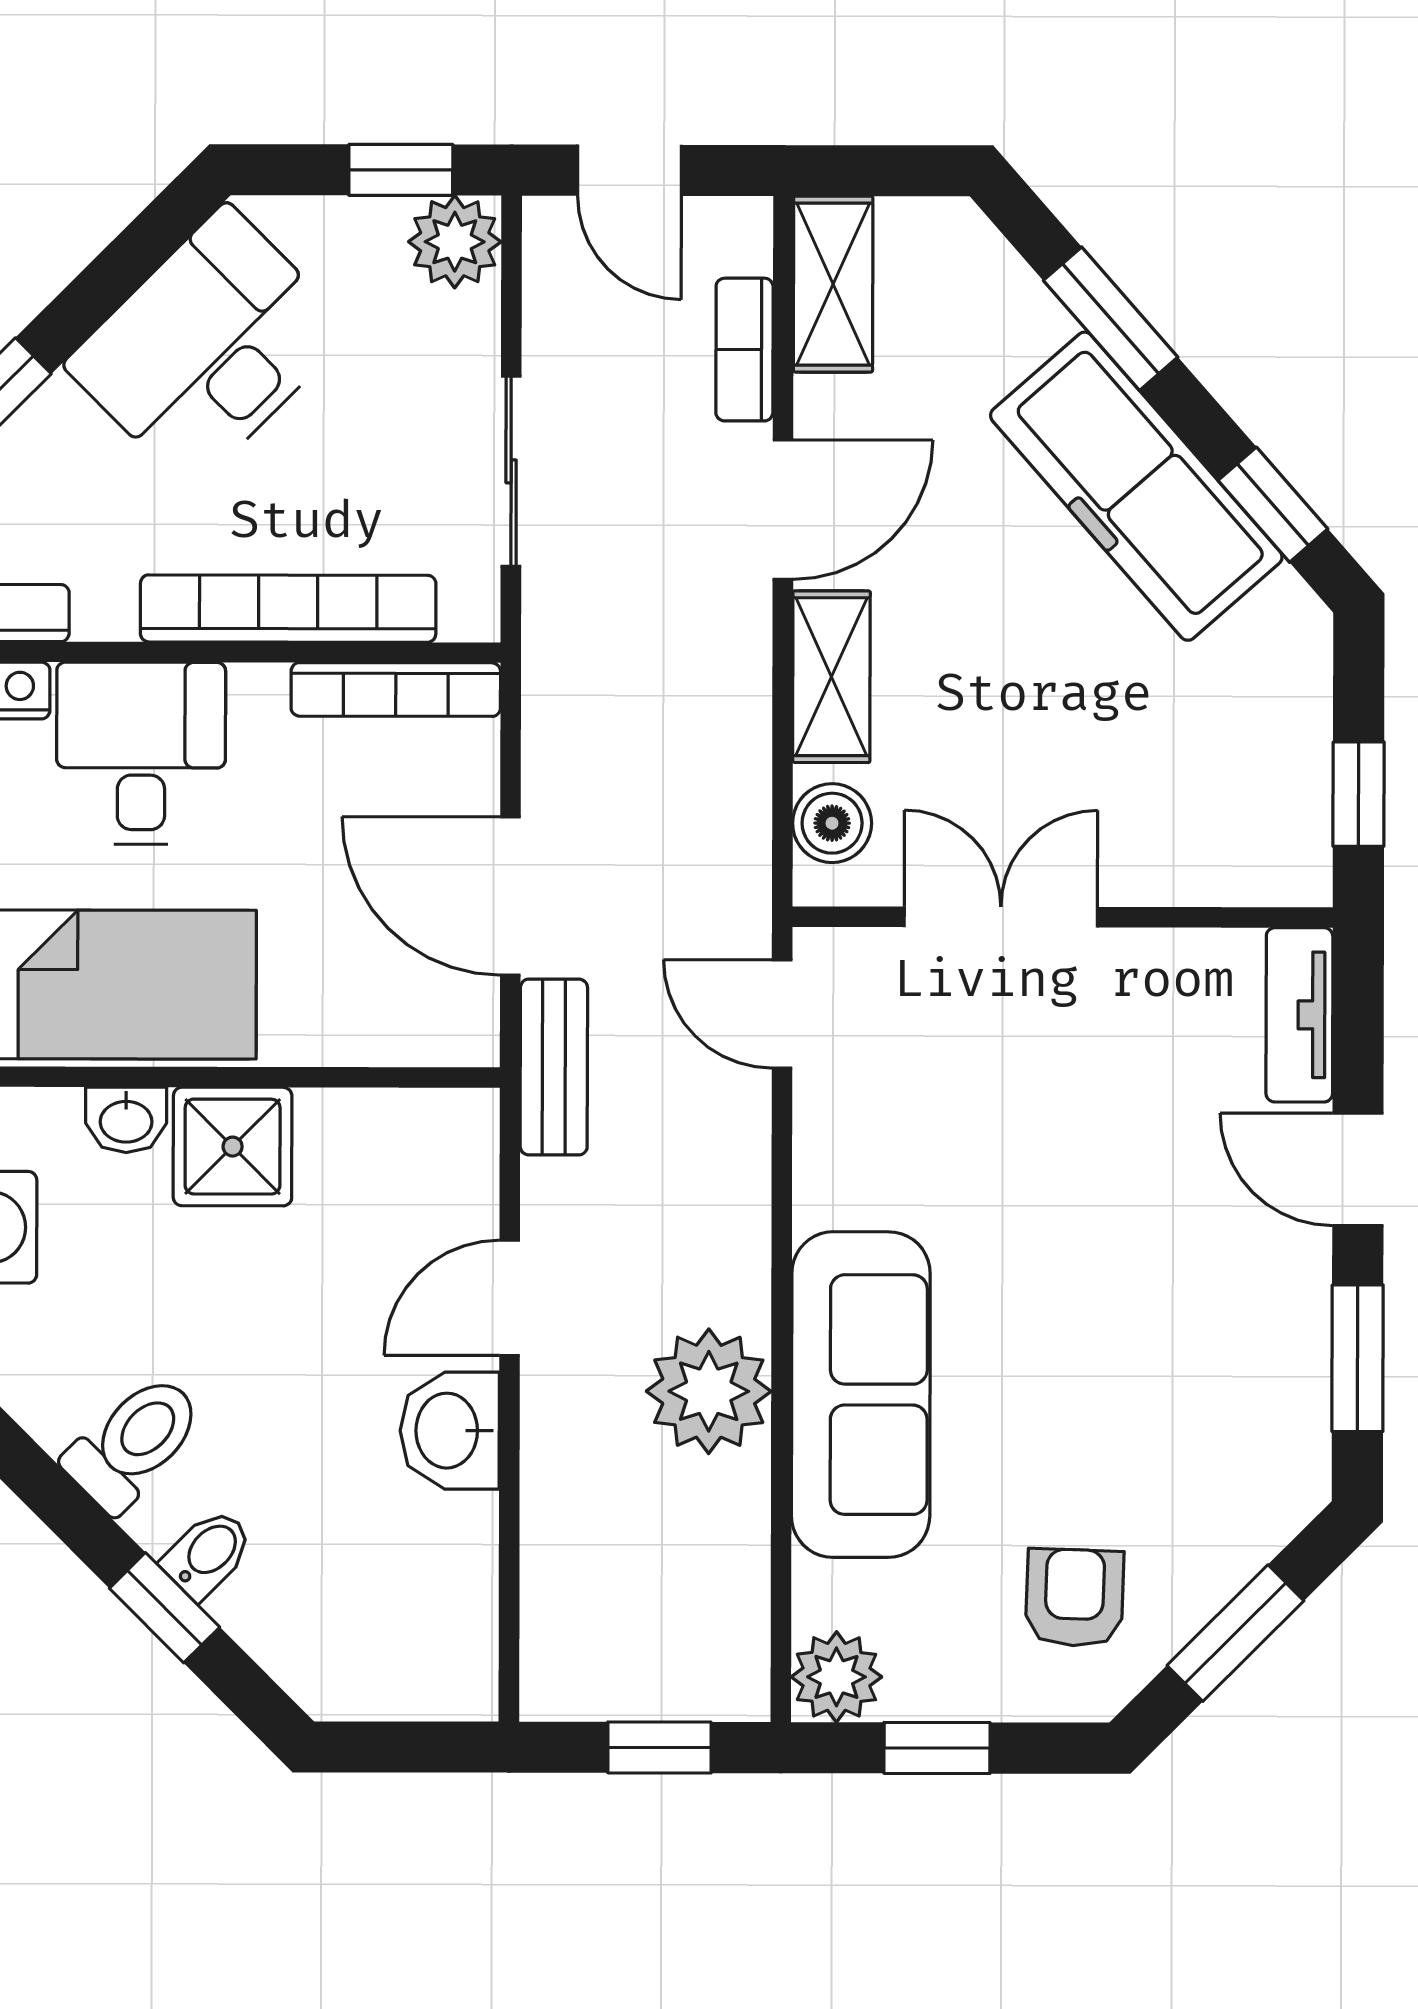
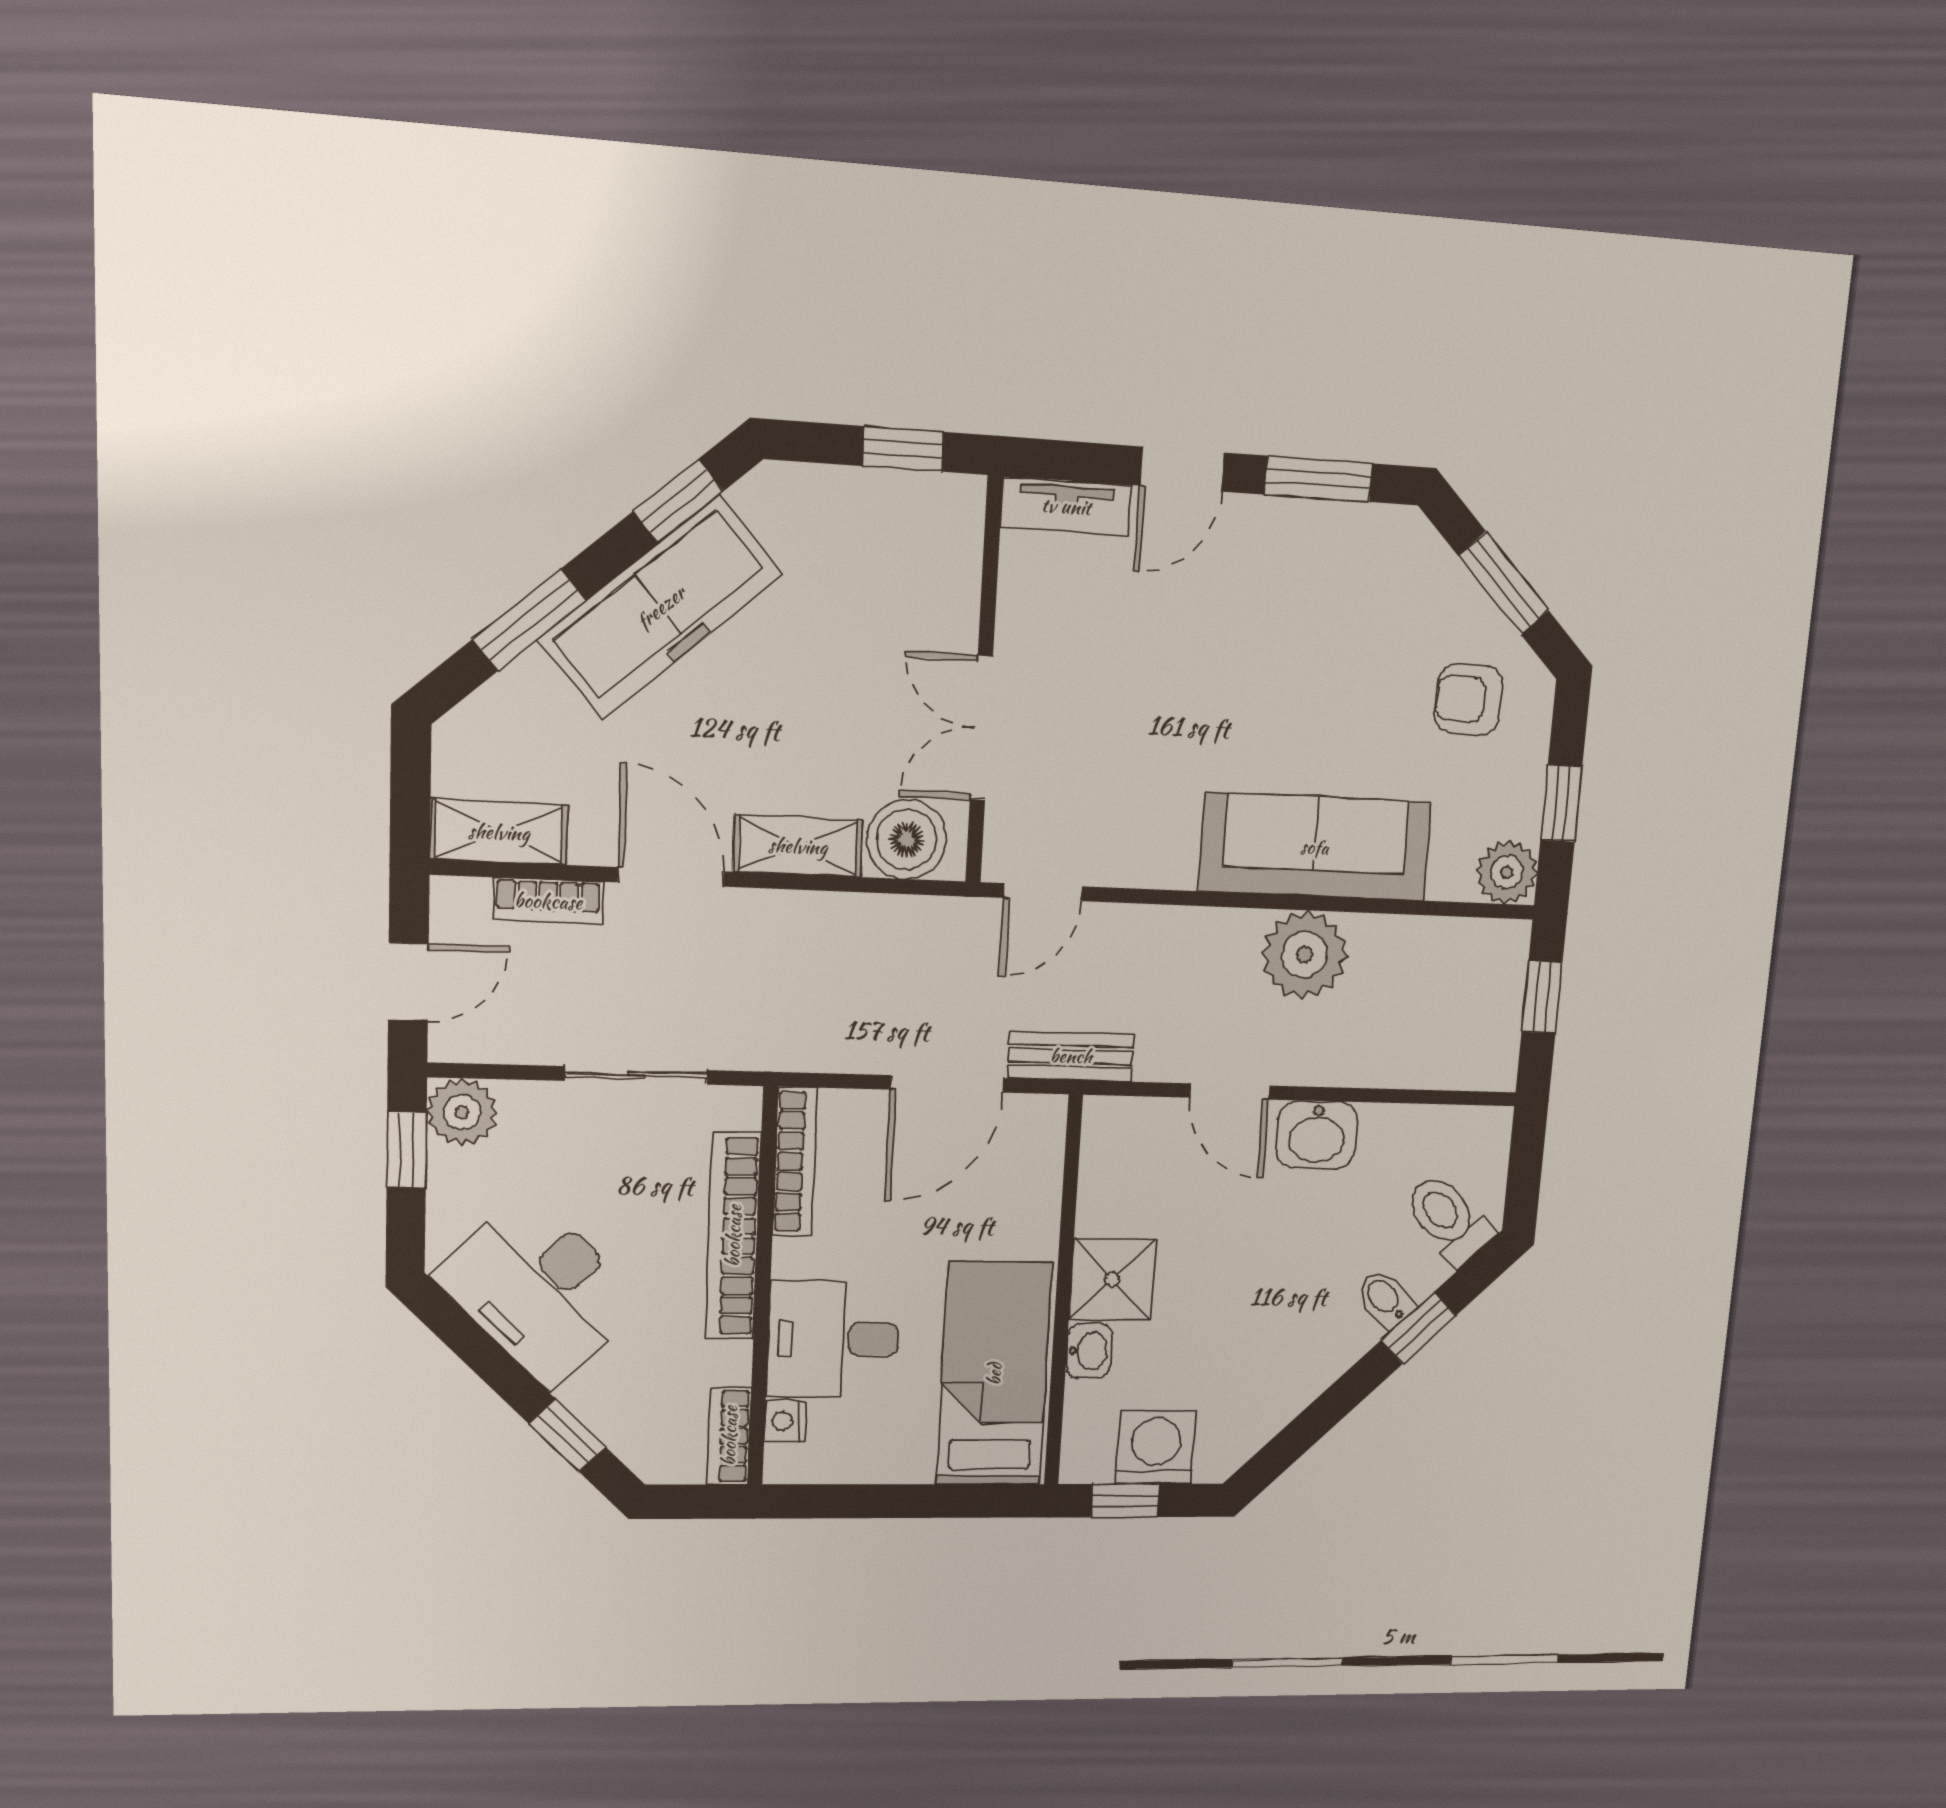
boiler: (832, 823) -> (907, 839), width x1.36, depth x1.36
toilet: (134, 1442) -> (1449, 1219), moved

